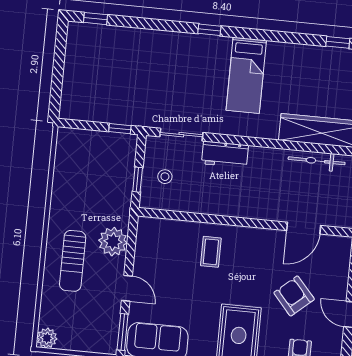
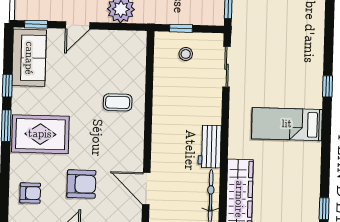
workbench: (225, 154) -> (210, 147), moved
armchair: (294, 296) -> (81, 184), turned 41
window: (123, 332) -> (36, 24), width x0.67

